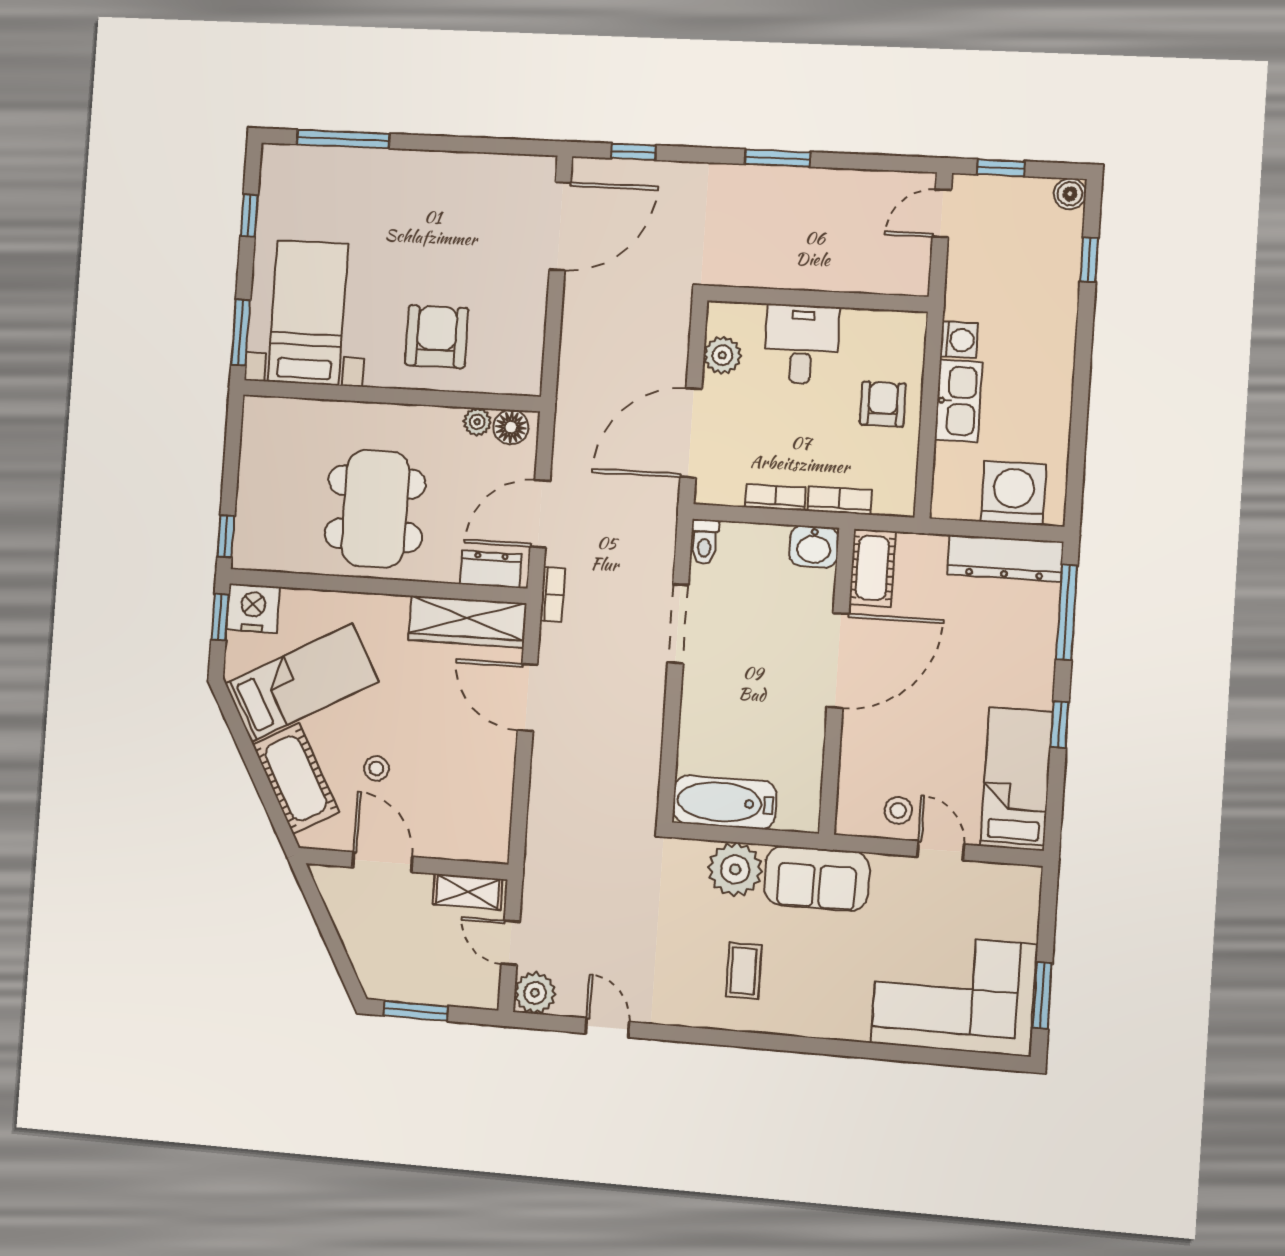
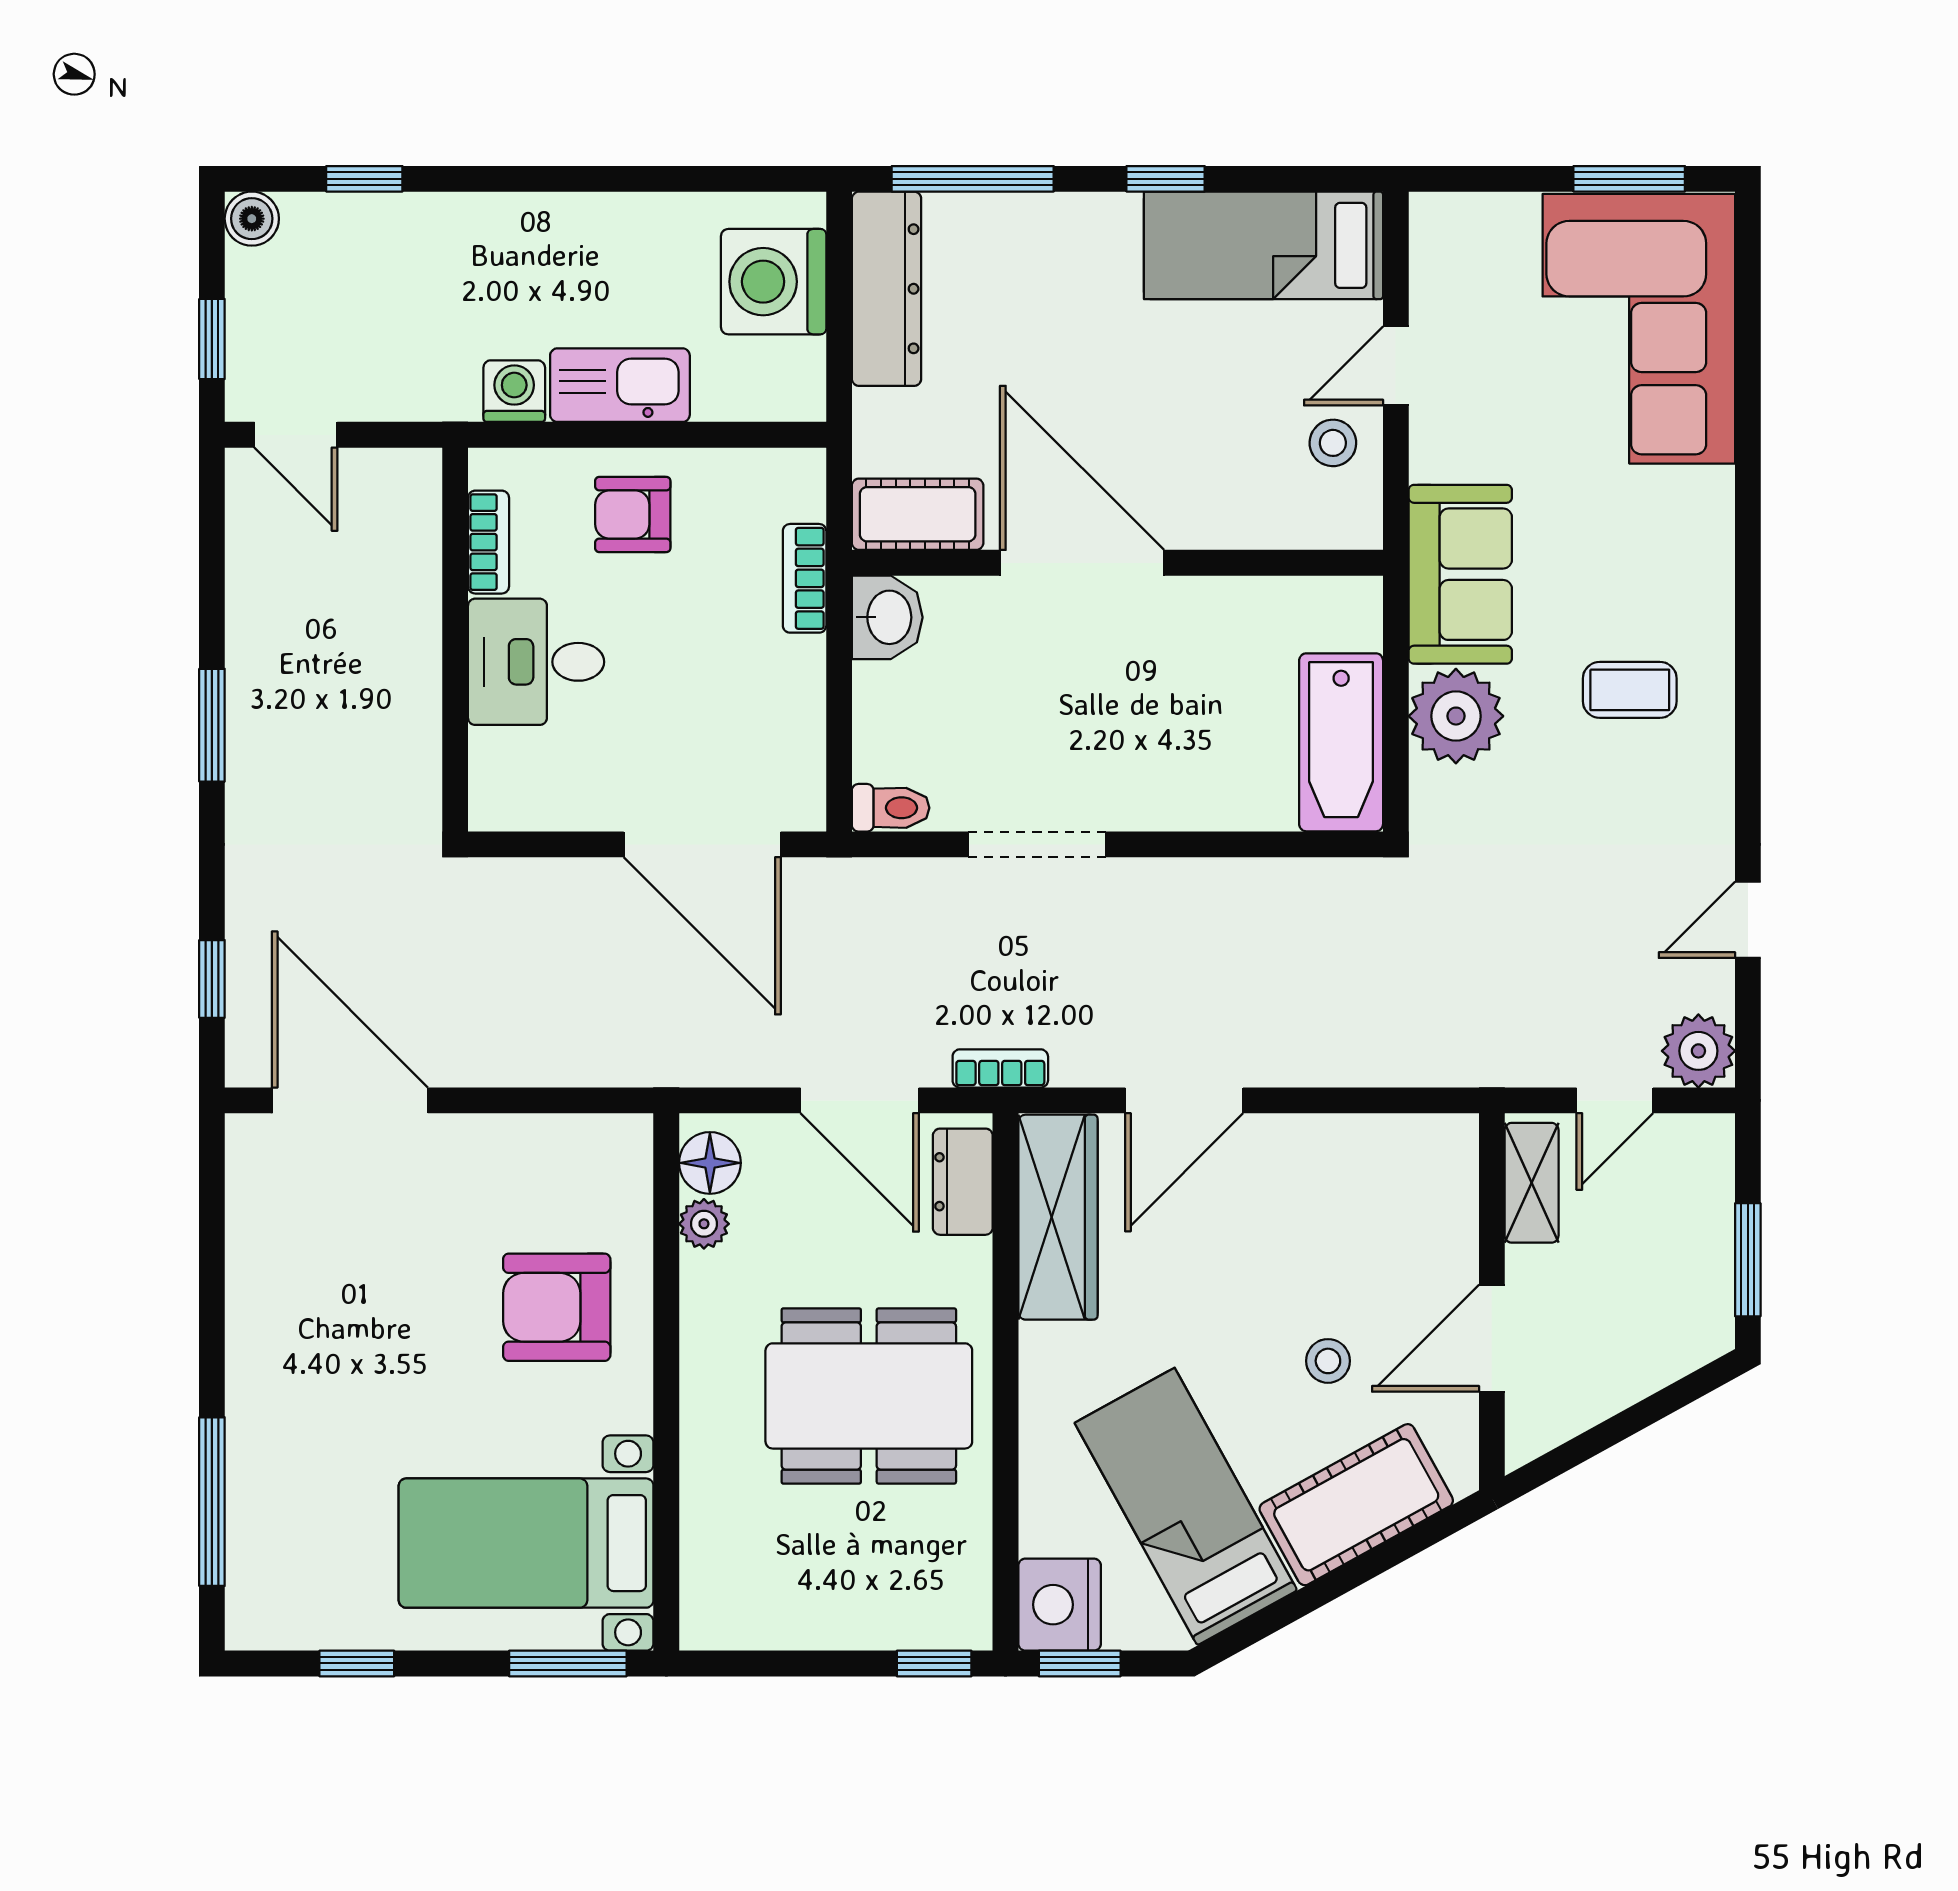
plant: (722, 355) -> (563, 798), removed
bookcase: (776, 497) -> (488, 542), moved, turned 180

